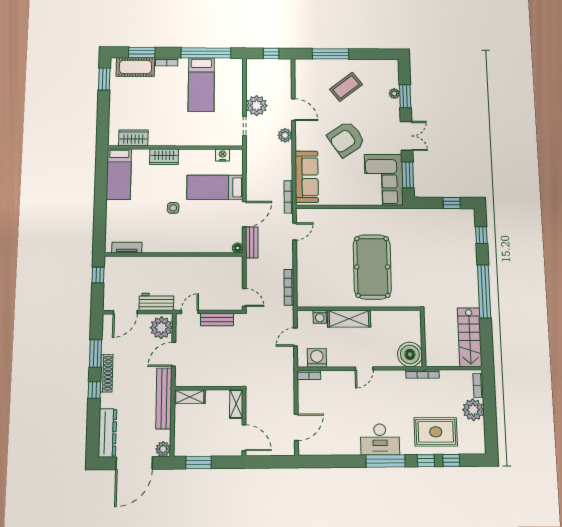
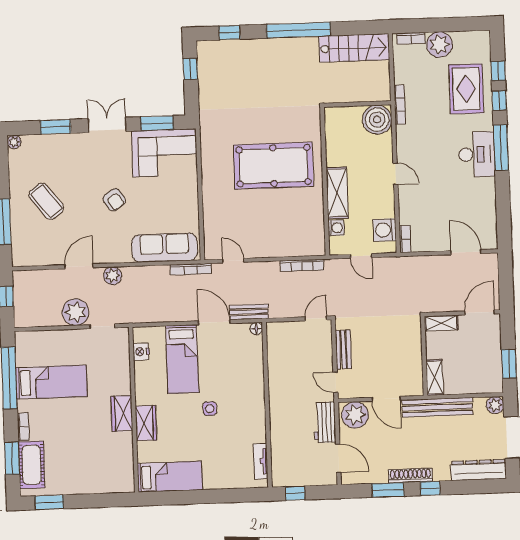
plant: (394, 94) -> (14, 142), moved
wardrobe: (133, 138) -> (122, 414), moved
armchair: (346, 139) -> (114, 200), width x0.53, depth x0.53

